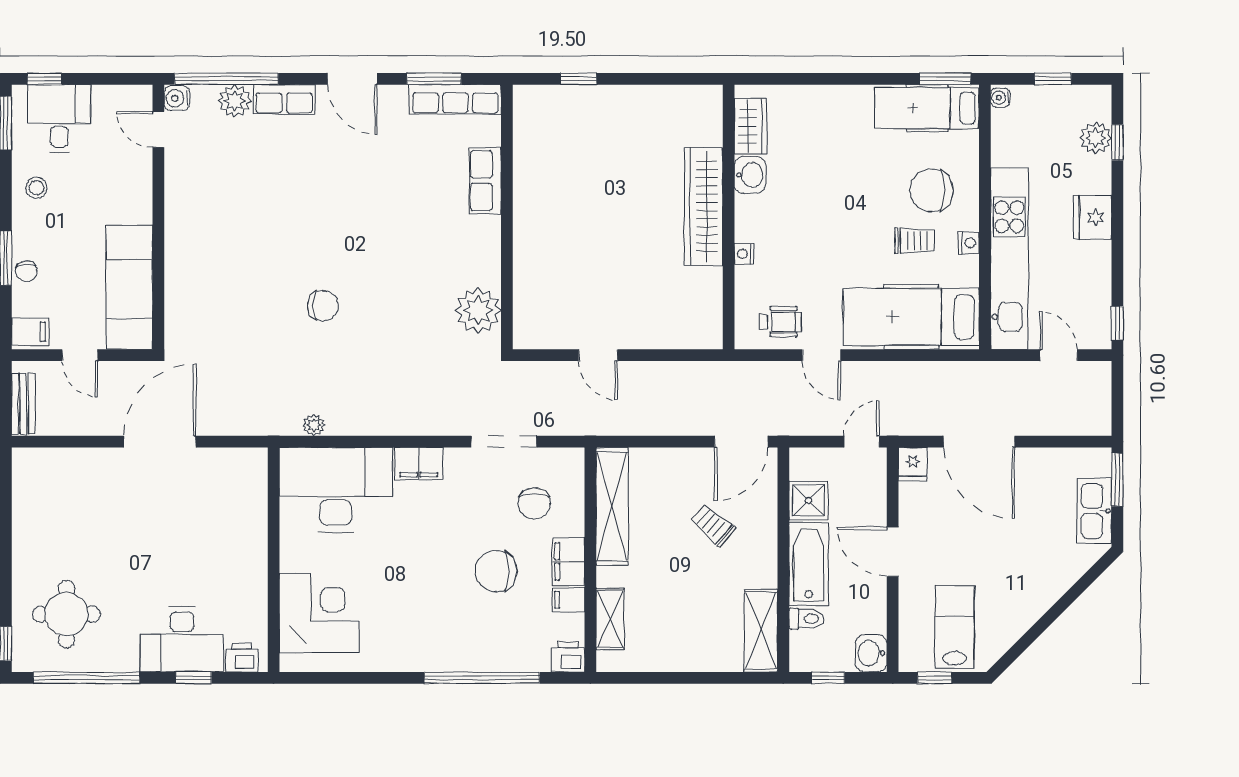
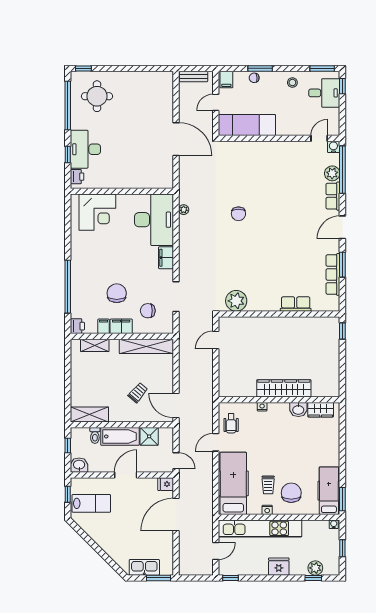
row of seats: (485, 181) -> (296, 304), moved
wall: (507, 217) -> (279, 314), moved
plant: (478, 310) -> (236, 301), moved

